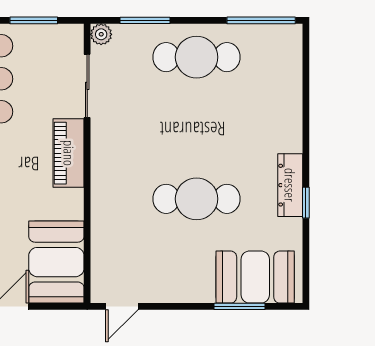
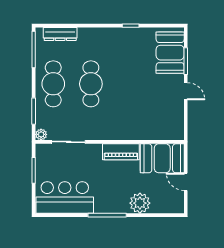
piano: (69, 153) -> (121, 152), moved
dresser: (290, 185) -> (60, 34), moved
cafe table: (197, 199) -> (91, 84), moved
door: (122, 306) -> (186, 91), moved

